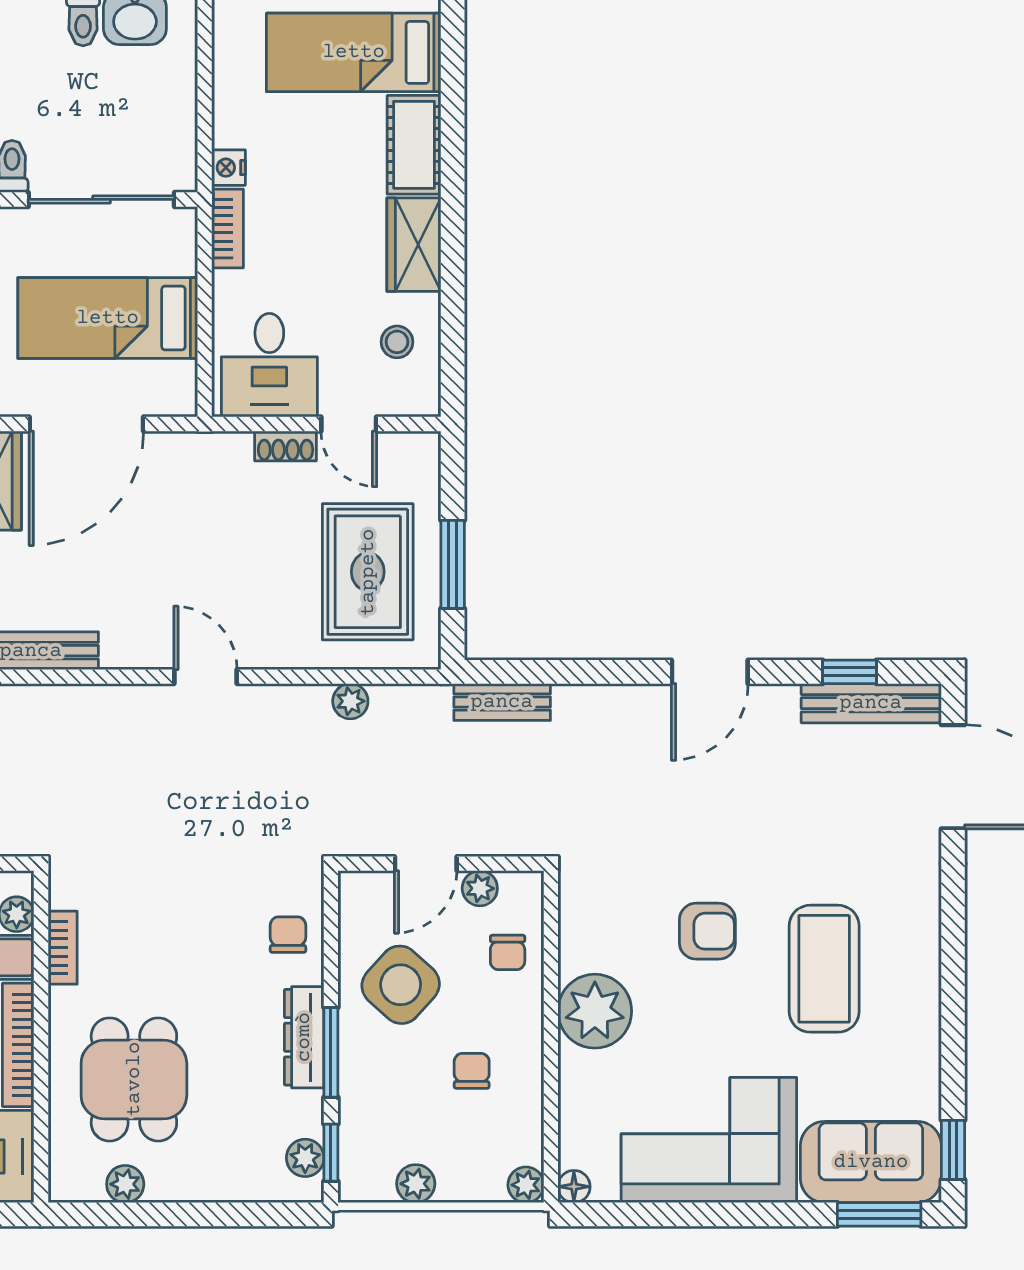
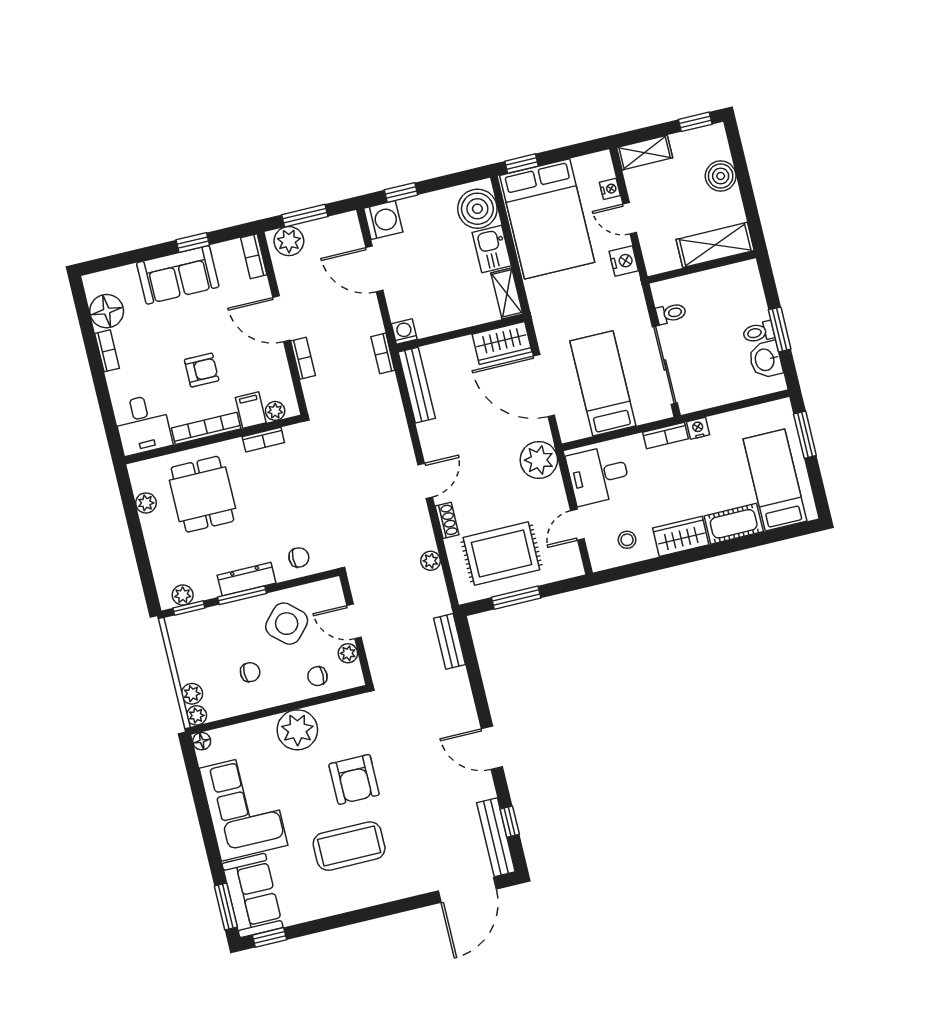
shoe rack: (286, 446) -> (447, 520), moved, turned 180
plant: (217, 465) -> (539, 460), added
armchair: (707, 931) -> (354, 779), width x1.38, depth x1.38
dining table: (134, 1079) -> (202, 494), turned 90
plant: (416, 1184) -> (192, 694), moved

